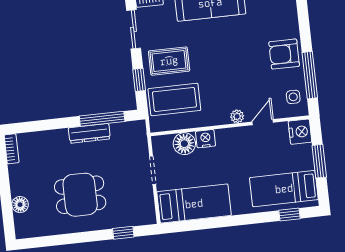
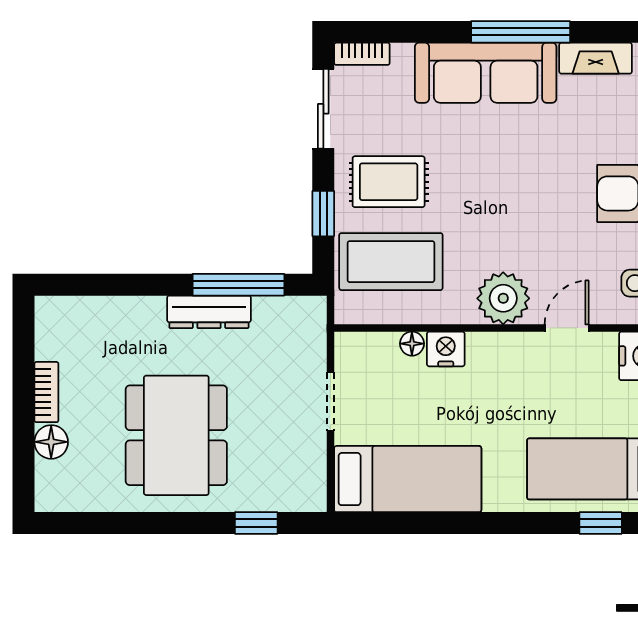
plant: (237, 116) -> (503, 298), width x1.88, depth x1.88
floor lamp: (184, 144) -> (412, 344), width x0.53, depth x0.53
bookcase: (12, 149) -> (46, 392), moved
dining table: (80, 195) -> (176, 435), width x1.38

